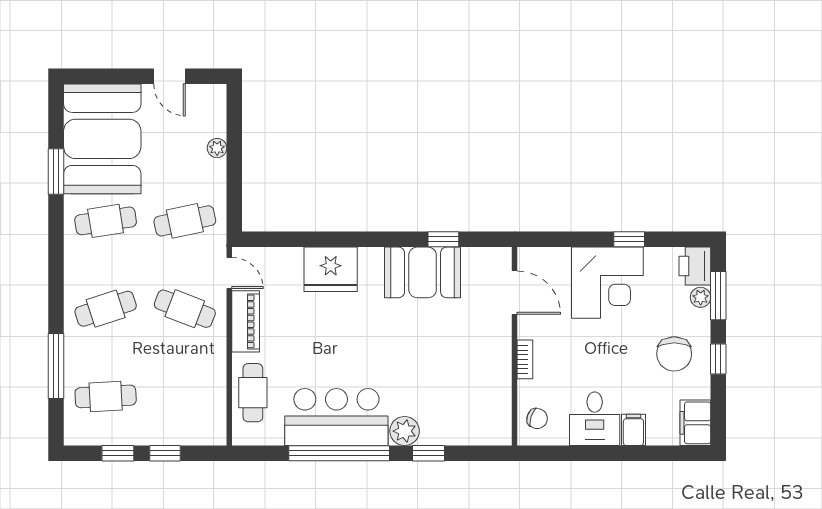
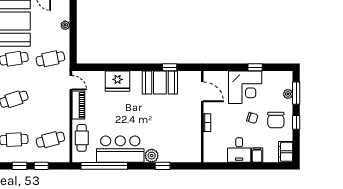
printer: (695, 266) -> (285, 80), removed
cafe table: (185, 309) -> (50, 140), moved, turned -36
chair: (537, 419) -> (252, 118), moved
window: (339, 453) -> (104, 166), moved

